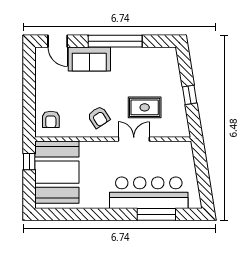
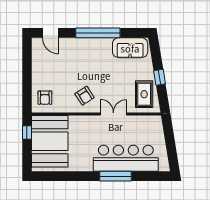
sofa: (89, 59) -> (130, 48), moved
rug: (145, 107) -> (144, 94), moved, turned 90
window: (156, 214) -> (115, 176), moved

